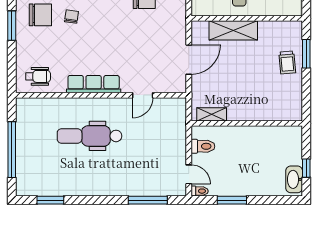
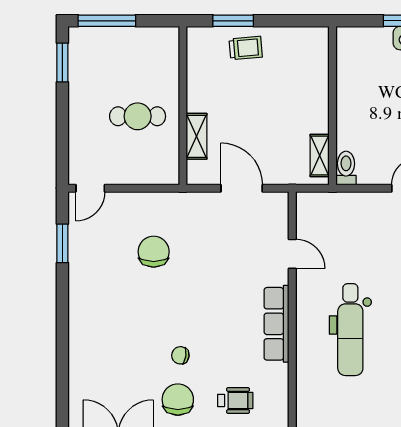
shelving: (233, 30) -> (197, 136), width x0.67, depth x0.75
wheelchair: (38, 76) -> (235, 400), moved, turned 90
toilet: (203, 146) -> (346, 168), moved

